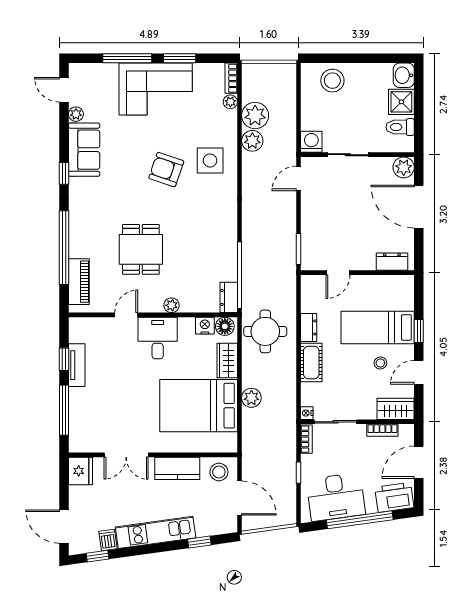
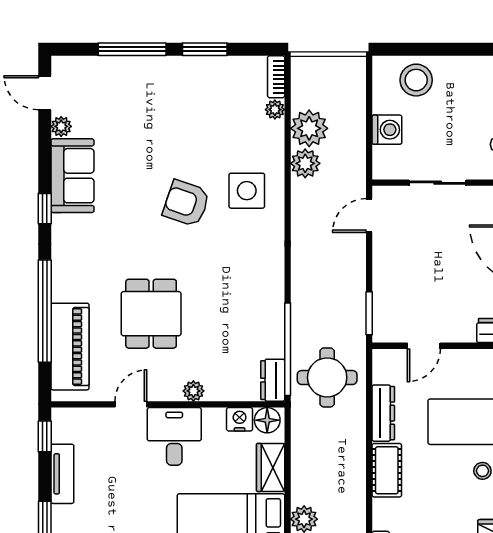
corner sofa: (156, 89) -> (172, 92), removed
washing machine: (311, 142) -> (387, 130), moved, turned 90
piano: (79, 282) -> (70, 347), width x1.37, depth x1.33
dresser: (309, 327) -> (383, 413), width x1.44
round table: (265, 331) -> (327, 377), moved
window: (64, 359) -> (45, 436), moved

